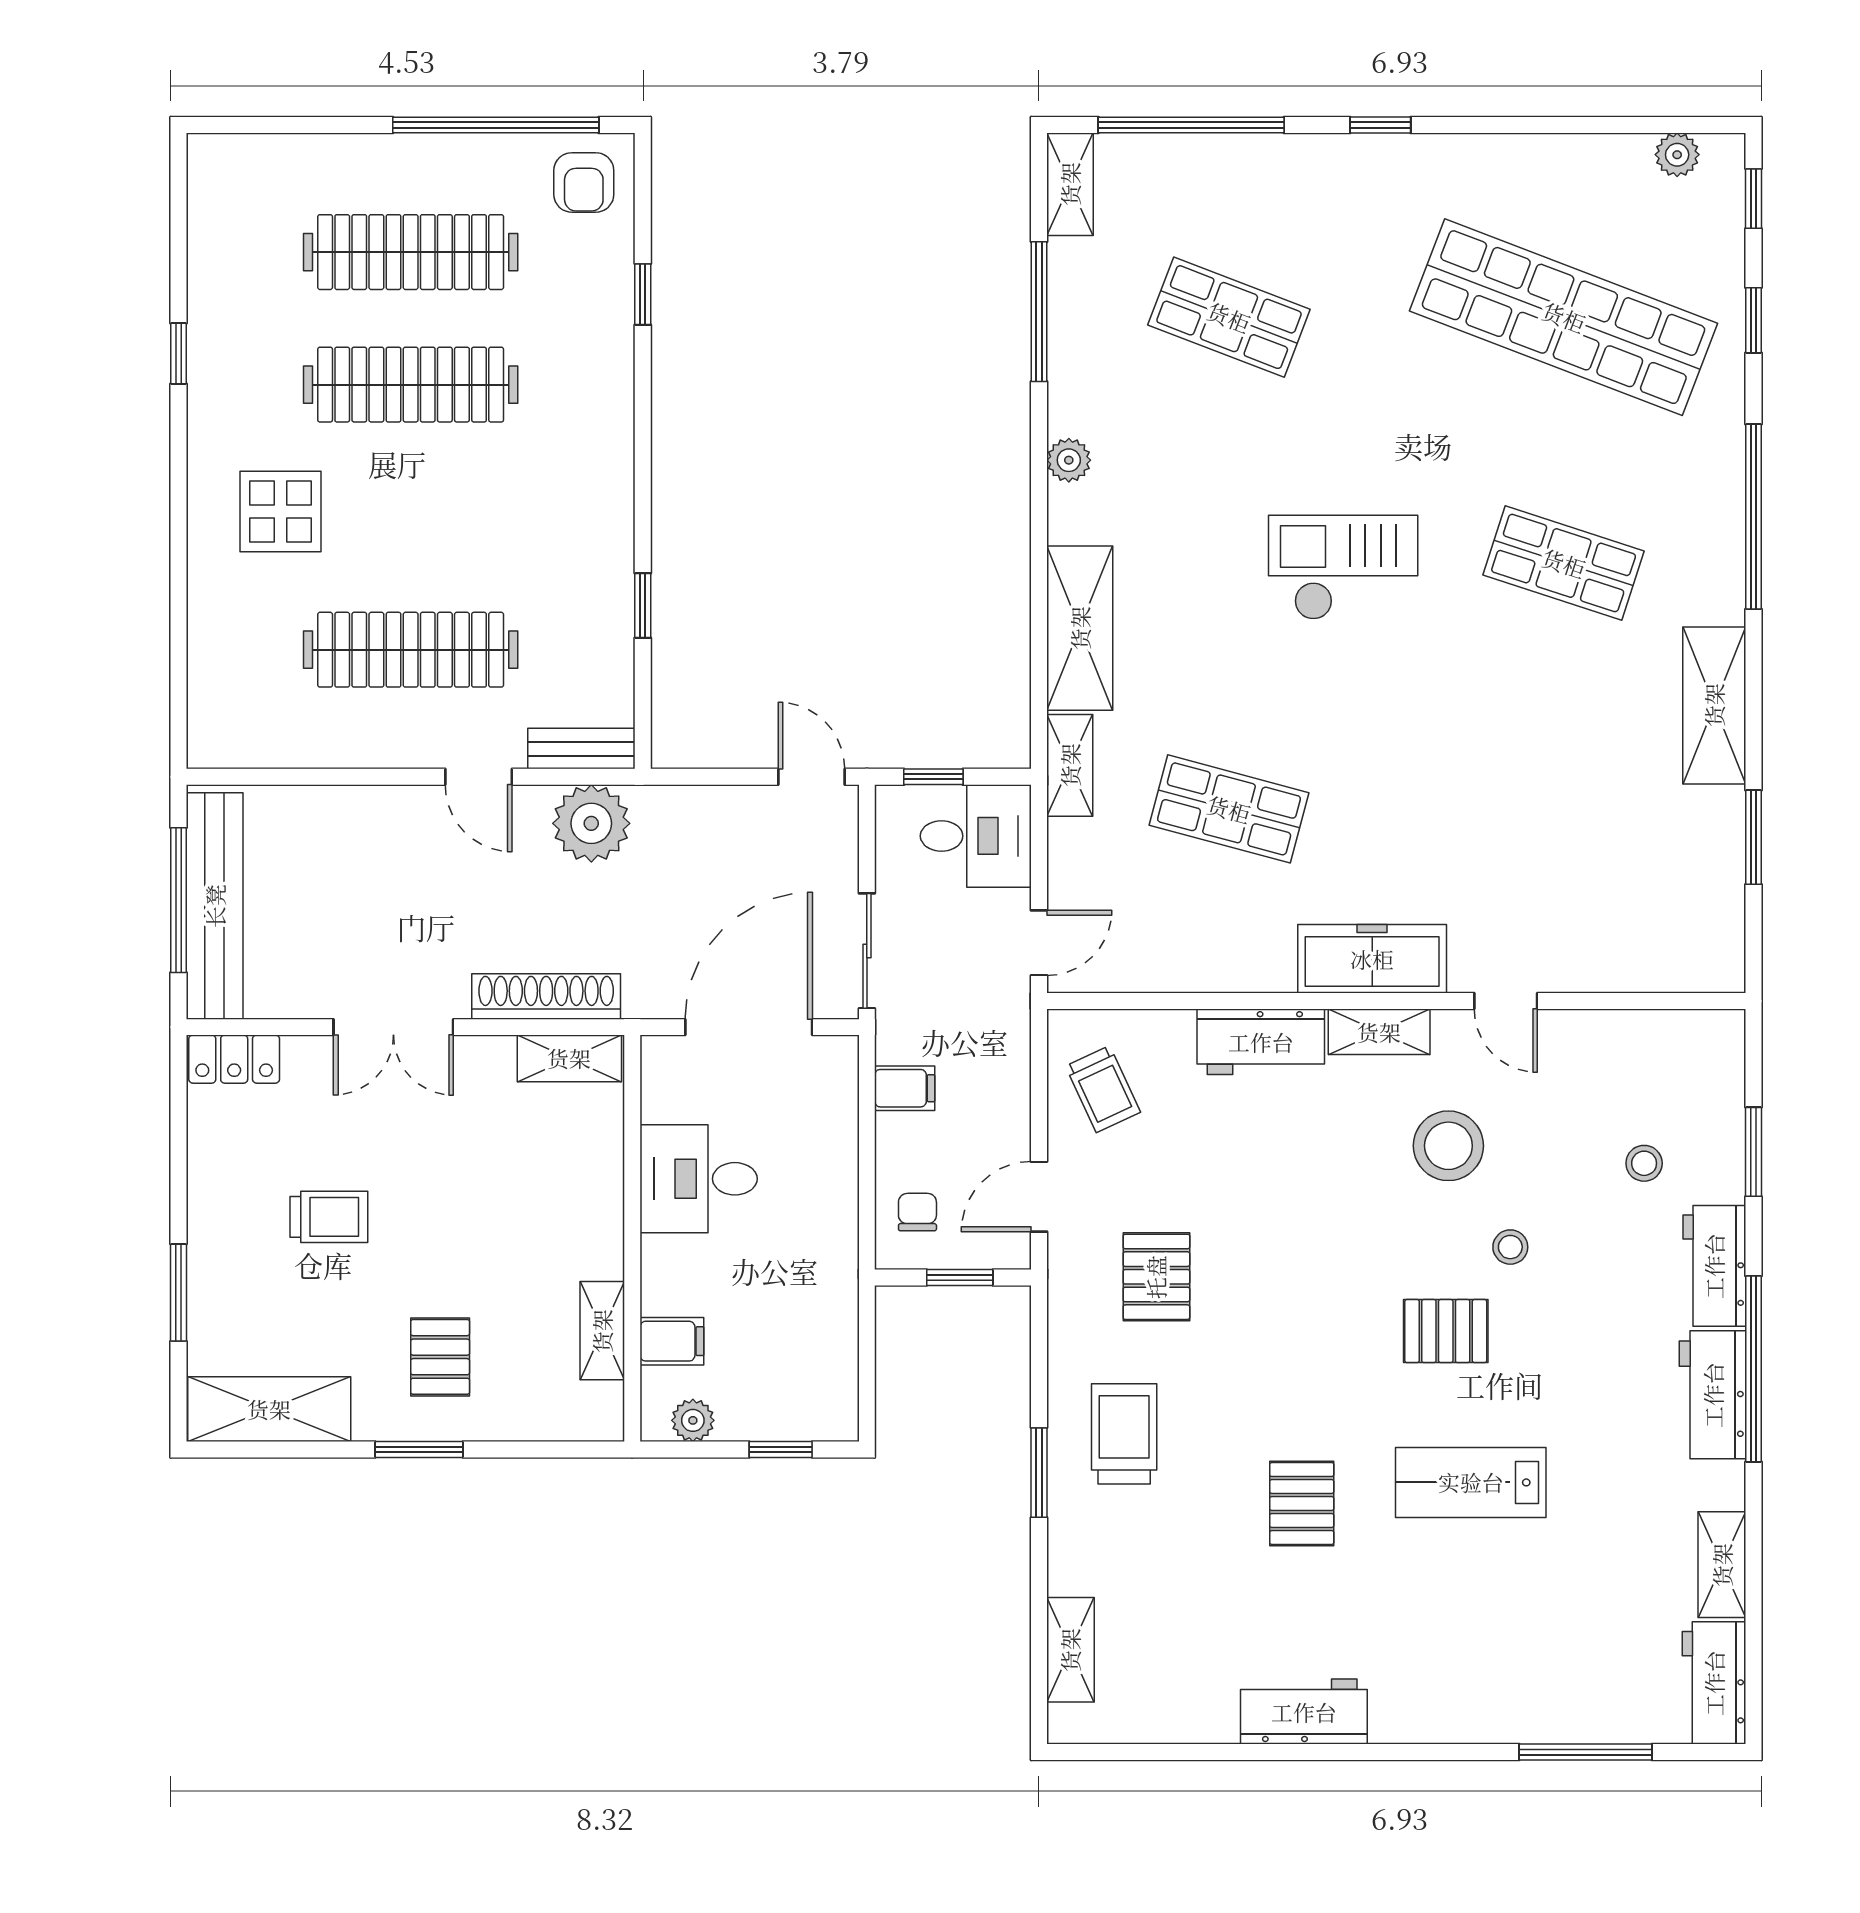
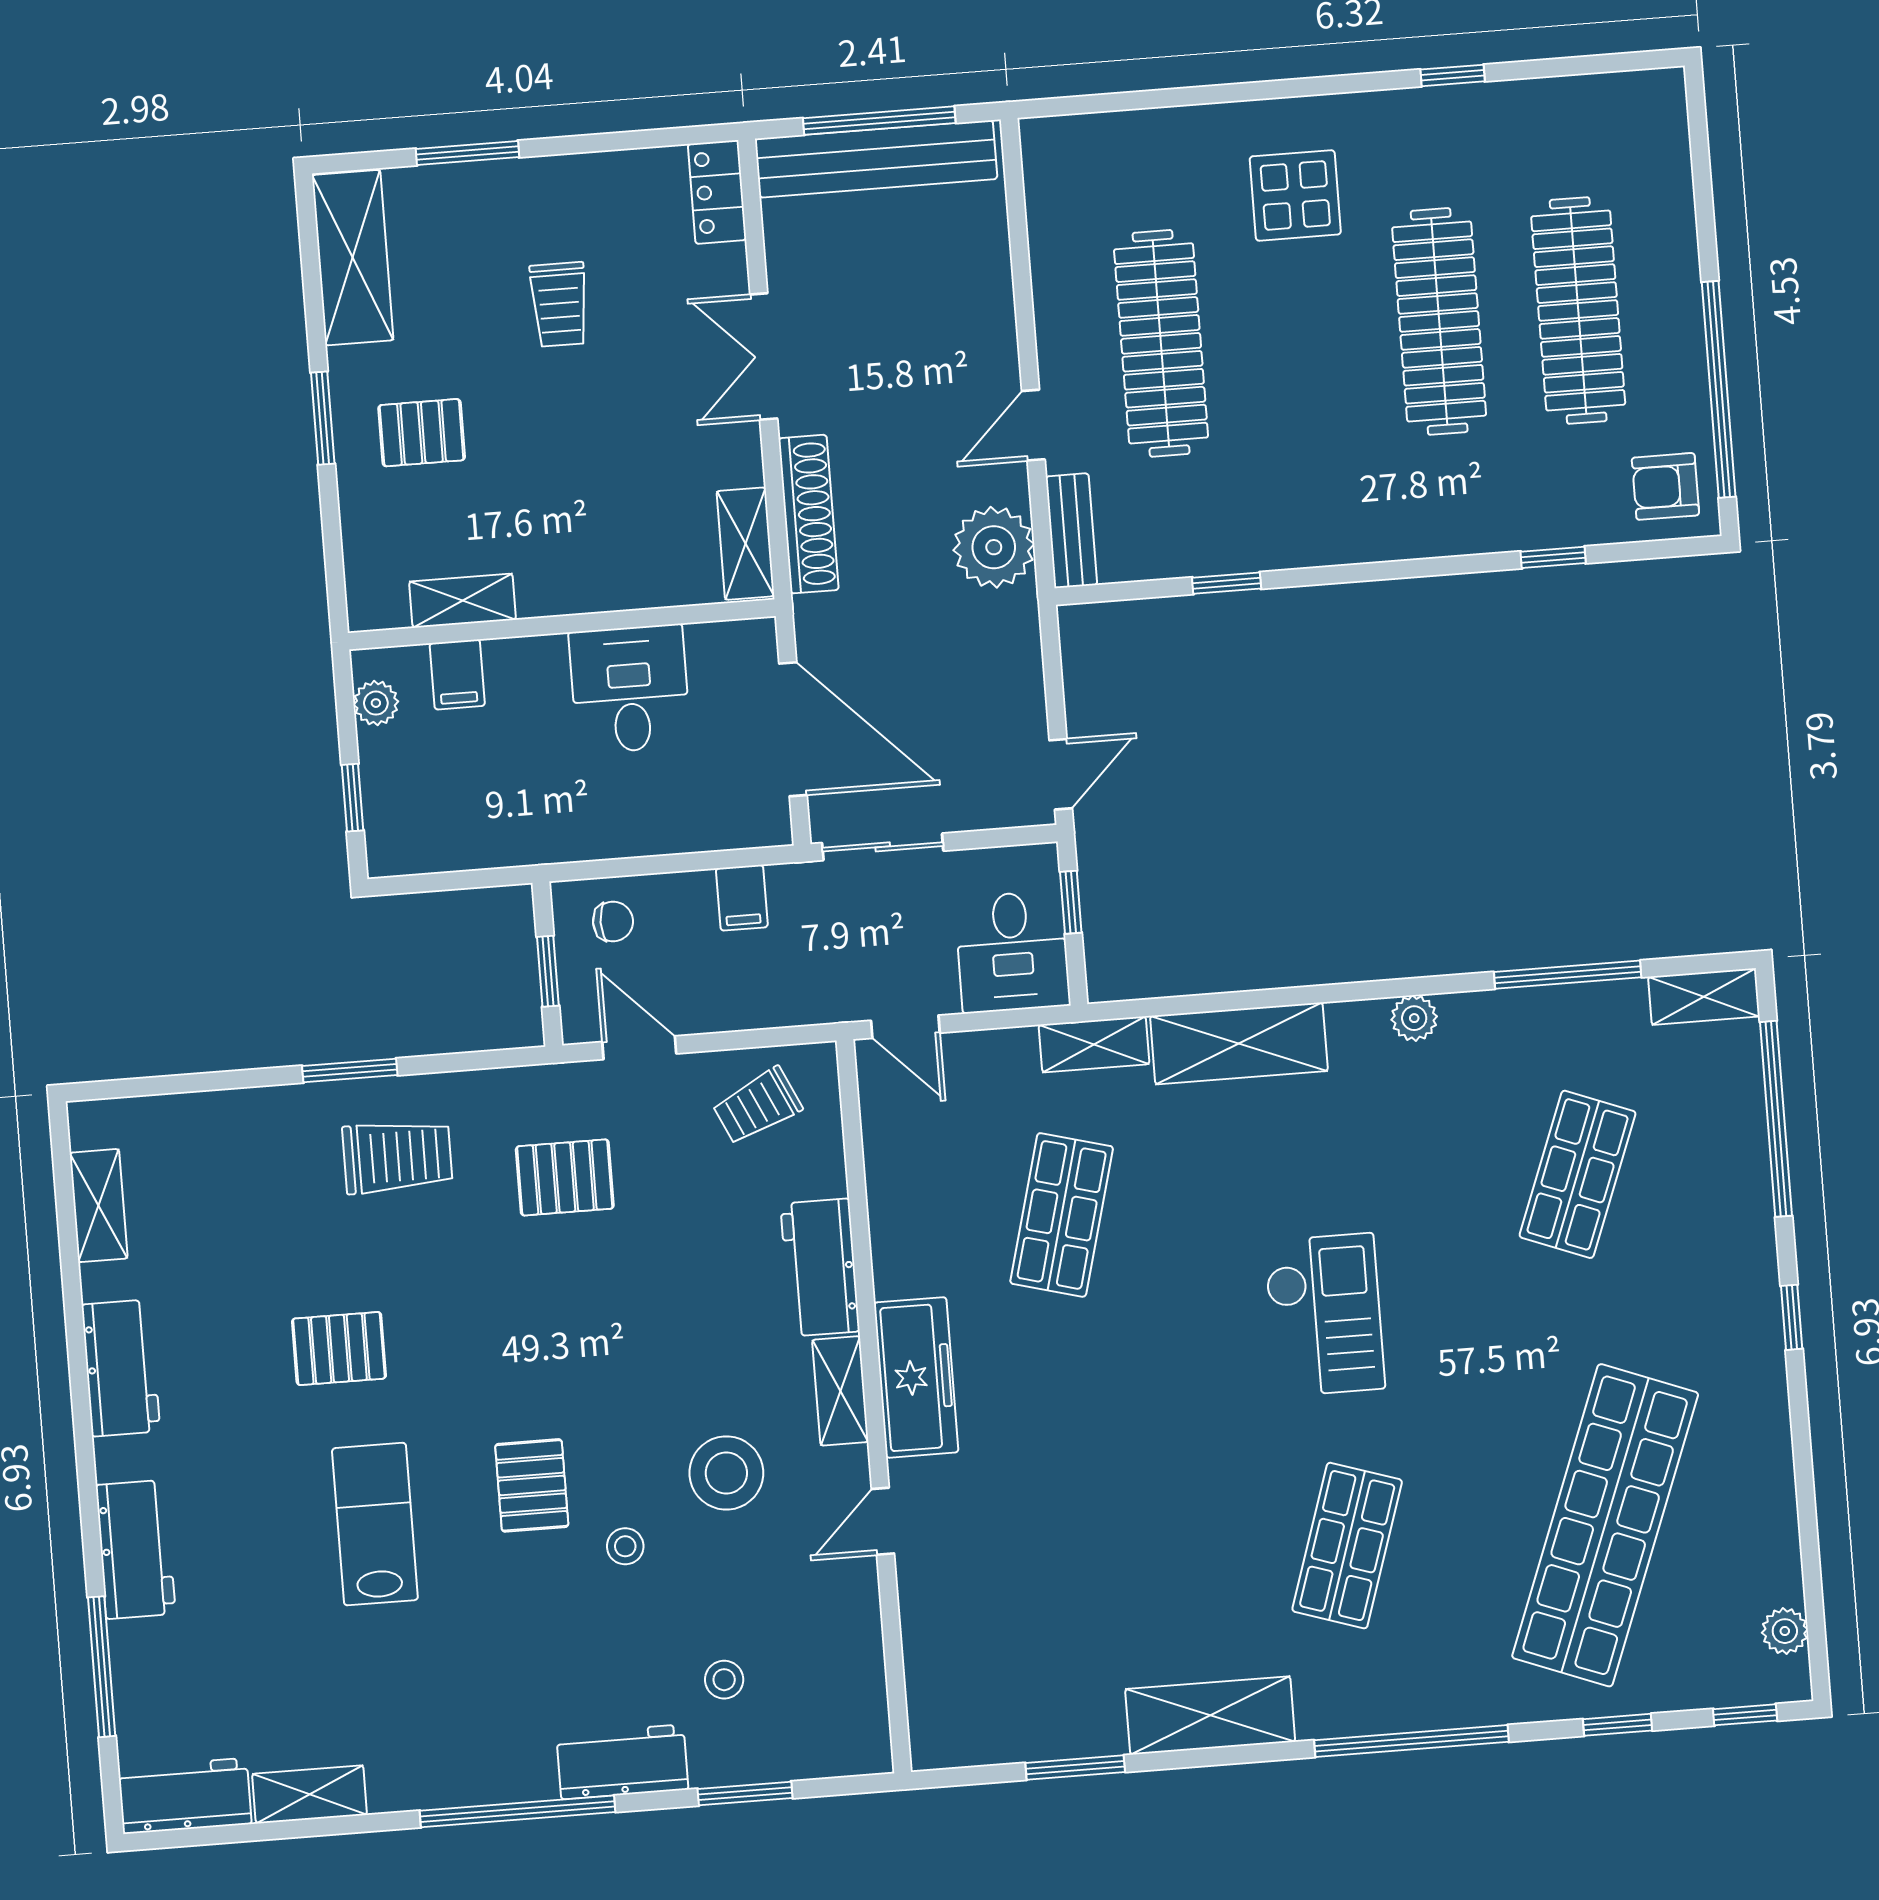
workbench: (1713, 1395) -> (136, 1549), moved, turned 90
shelving: (1070, 1650) -> (99, 1206), moved, turned 90

